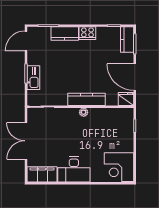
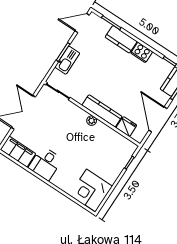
fridge: (126, 99) -> (126, 127), moved
desk: (74, 170) -> (45, 164), width x0.73

